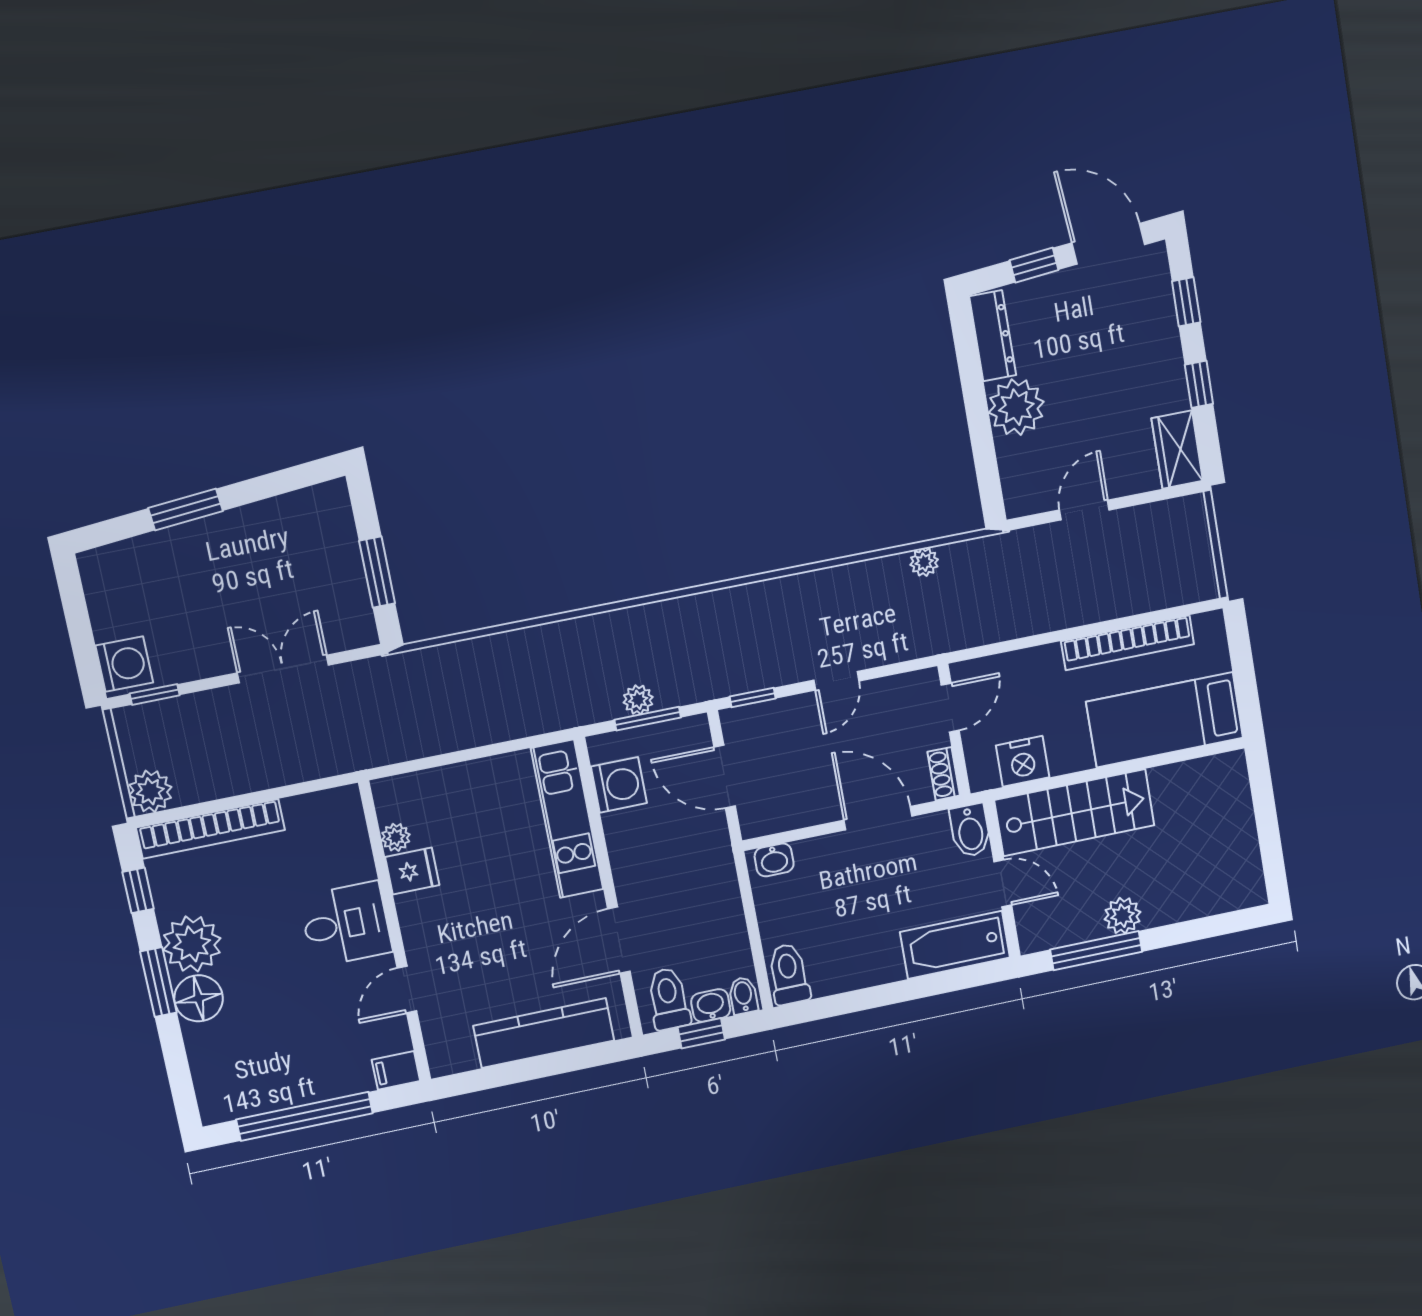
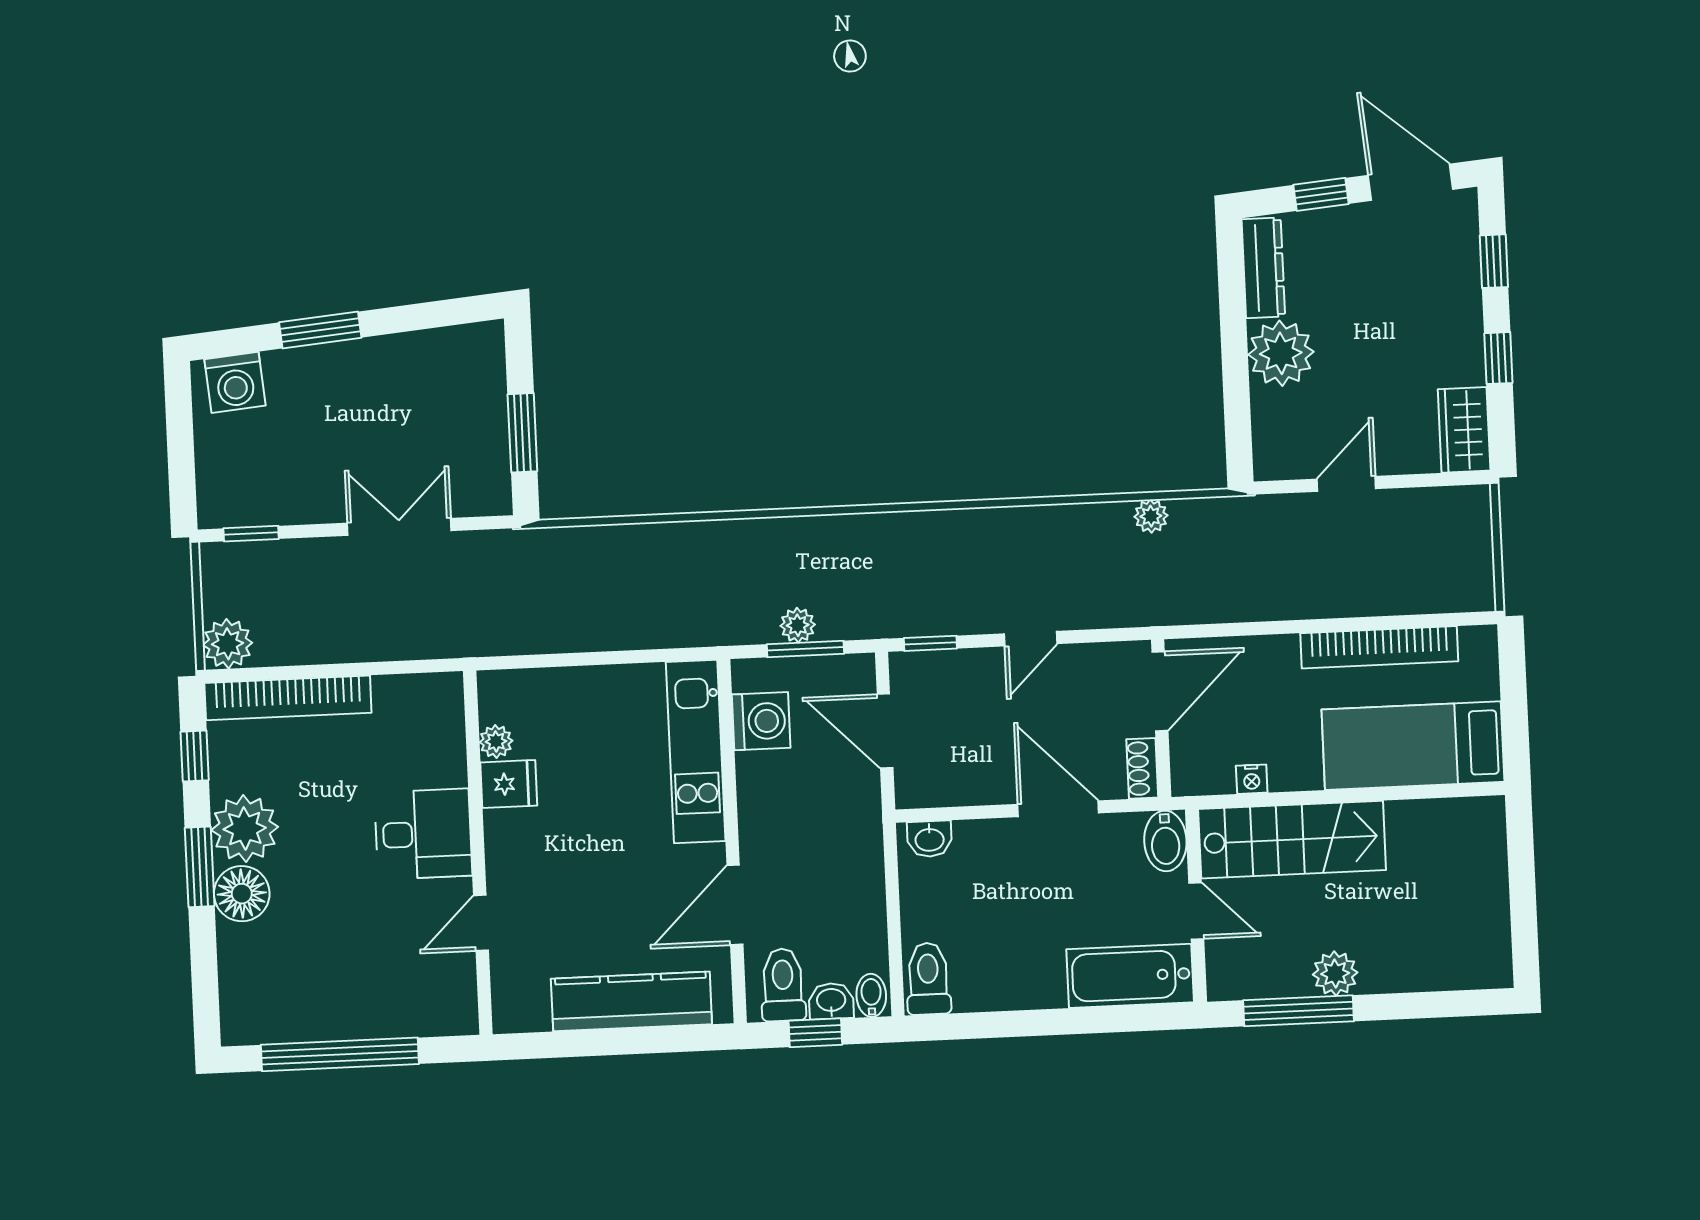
washing machine: (124, 664) -> (235, 382), moved, turned 85
door: (950, 708) -> (1160, 691), width x1.38
nightstand: (1023, 761) -> (1252, 779), width x0.53, depth x0.56
filing cabinet: (396, 1070) -> (454, 1017), removed

